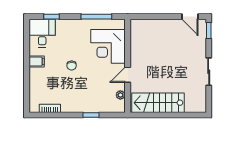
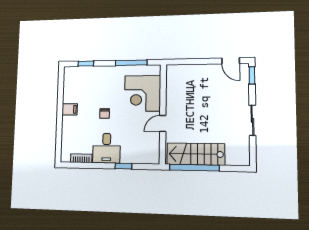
desk: (42, 33) -> (106, 148), moved, turned 180
plant: (120, 95) -> (155, 145), removed
window: (157, 115) -> (194, 168), added

